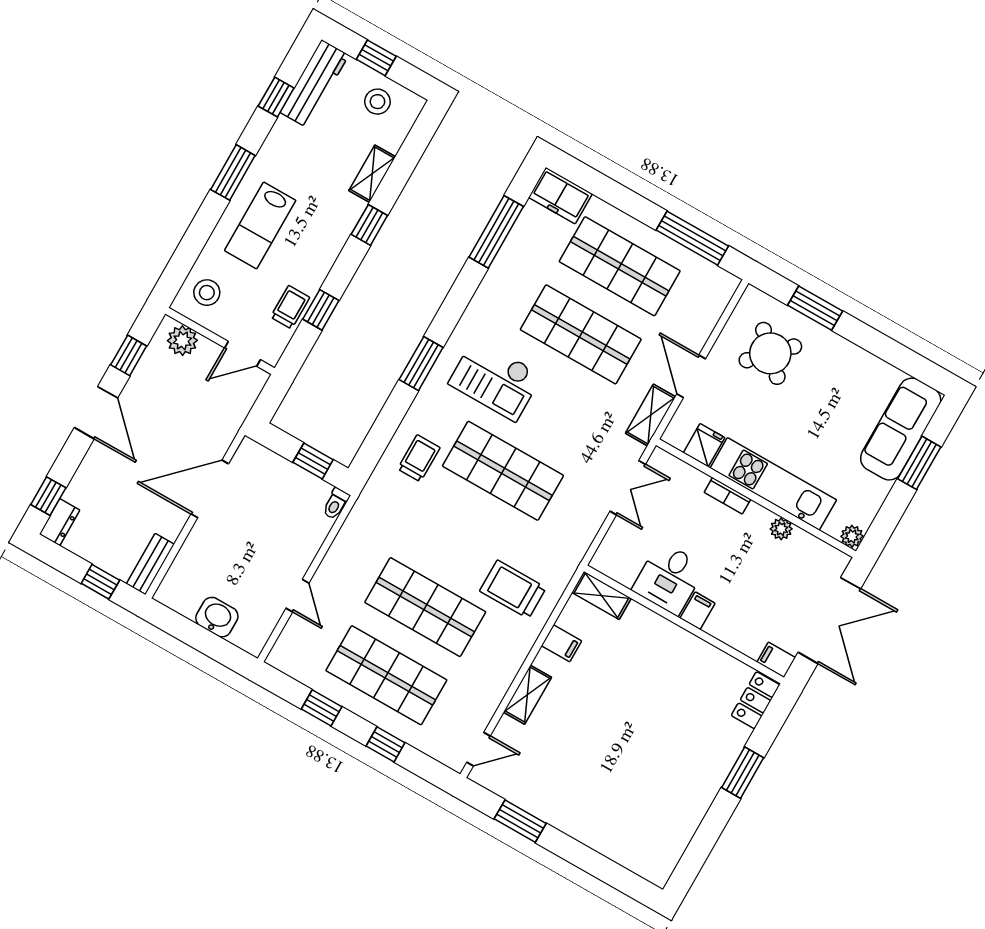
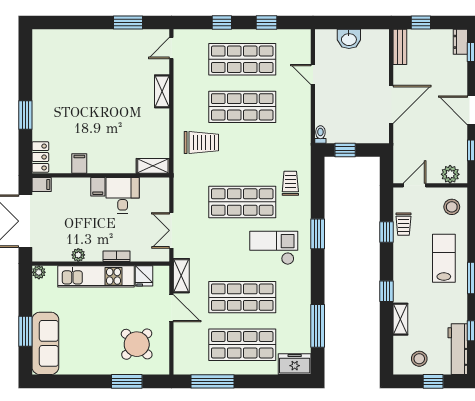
trolley: (419, 458) -> (290, 183), turned 180
filing cabinet: (561, 643) -> (79, 163), moved, turned 90

